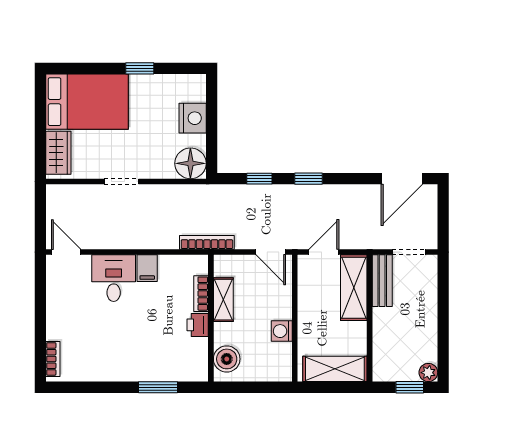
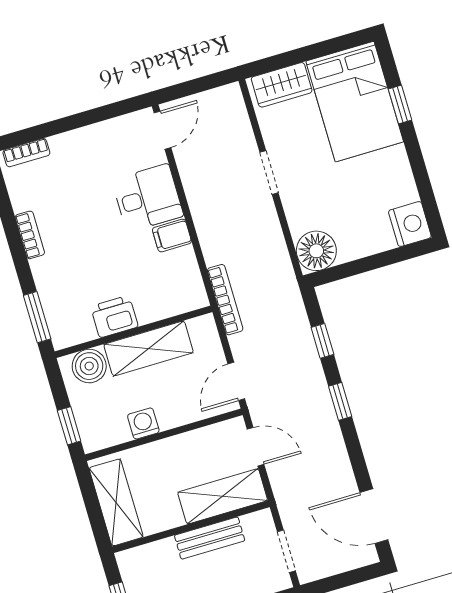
window: (140, 68) -> (400, 104), moved
nightstand: (193, 118) -> (410, 224), moved, turned -90
bench: (382, 281) -> (210, 538), moved
bookcase: (201, 294) -> (30, 235), moved, turned 90
shelving: (223, 300) -> (149, 348), width x1.50, depth x1.33
printer: (198, 325) -> (114, 316), width x1.36, depth x1.24
window: (158, 387) -> (37, 317), moved
window: (267, 387) -> (69, 426), added

